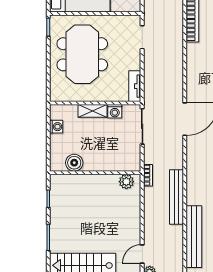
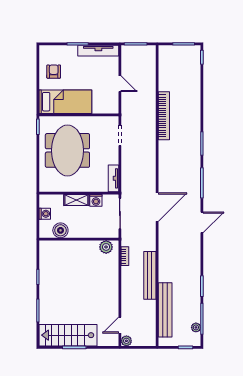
boiler: (74, 163) -> (60, 230), moved
wall: (95, 173) -> (79, 239), moved
plant: (126, 182) -> (106, 247), moved

